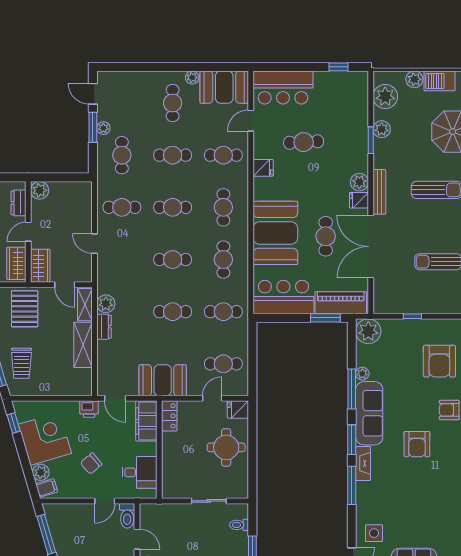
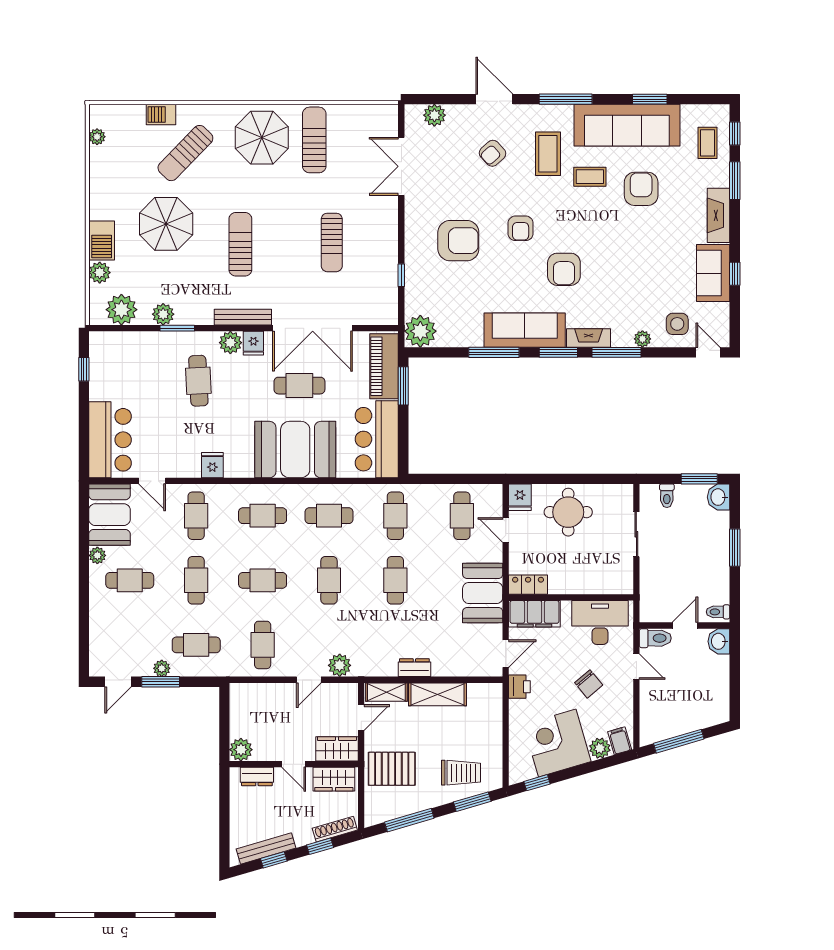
cafe table: (304, 142) -> (198, 381), moved
cafe table: (173, 207) -> (263, 580), turned 90
plant: (106, 304) -> (340, 665), moved
plant: (362, 374) -> (642, 339), moved
armchair: (417, 444) -> (564, 269), turned 90
desk: (139, 472) -> (600, 622), width x1.37

